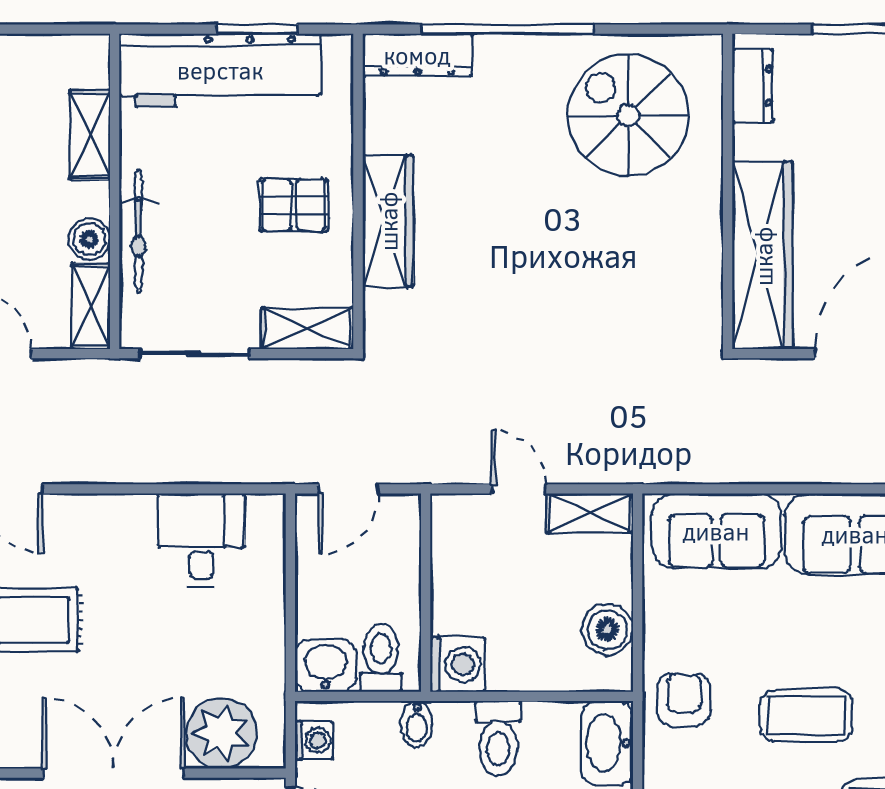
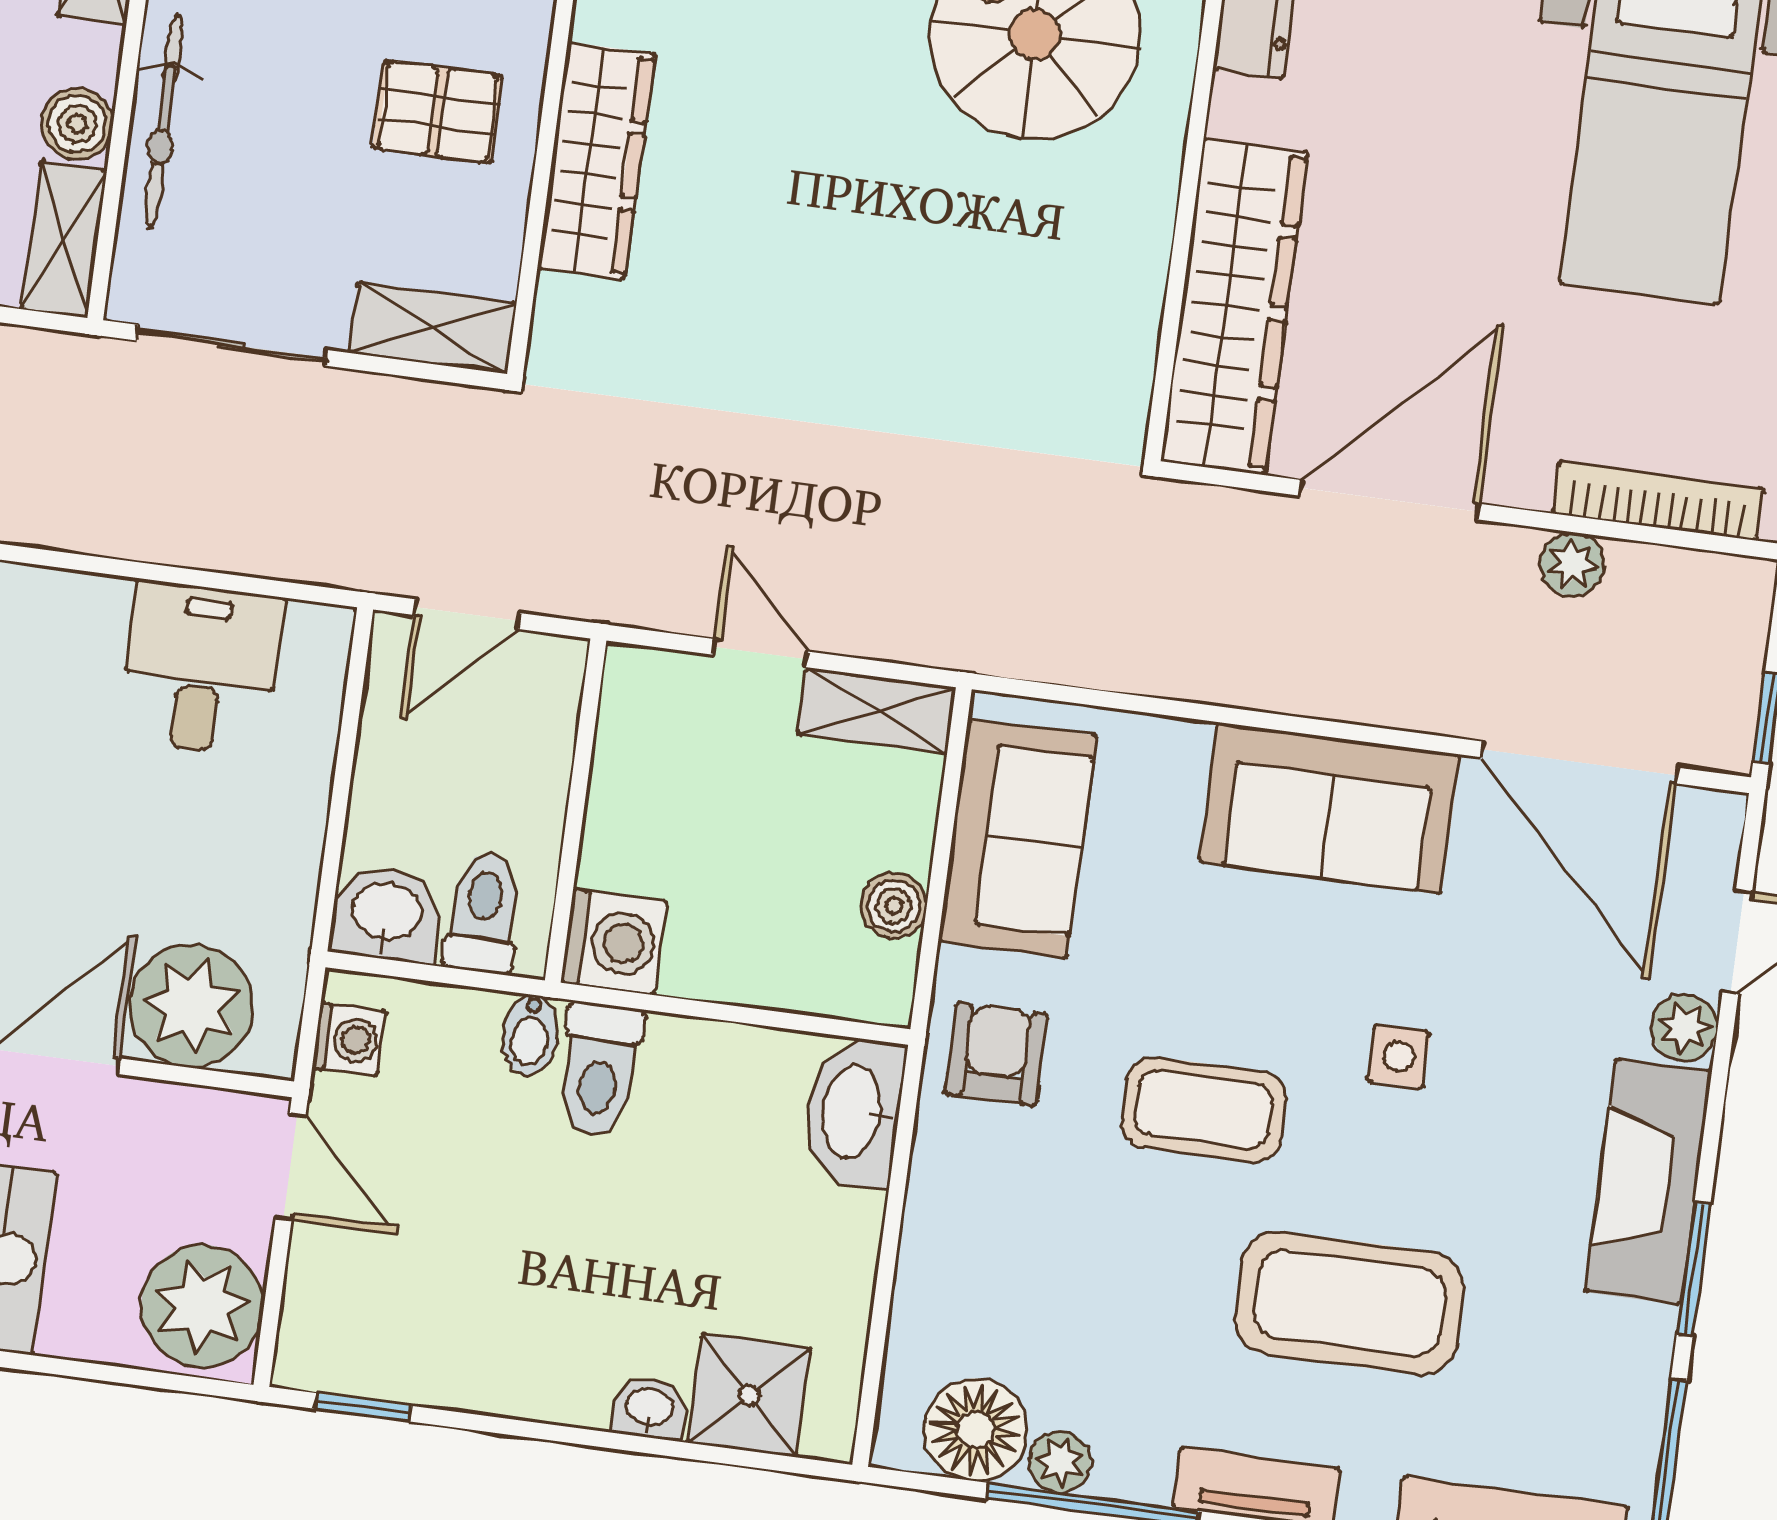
sofa: (716, 531) -> (1017, 838), moved, turned -90
boiler: (607, 629) -> (894, 906), width x0.73, depth x0.73
toilet: (498, 738) -> (600, 1070), moved

